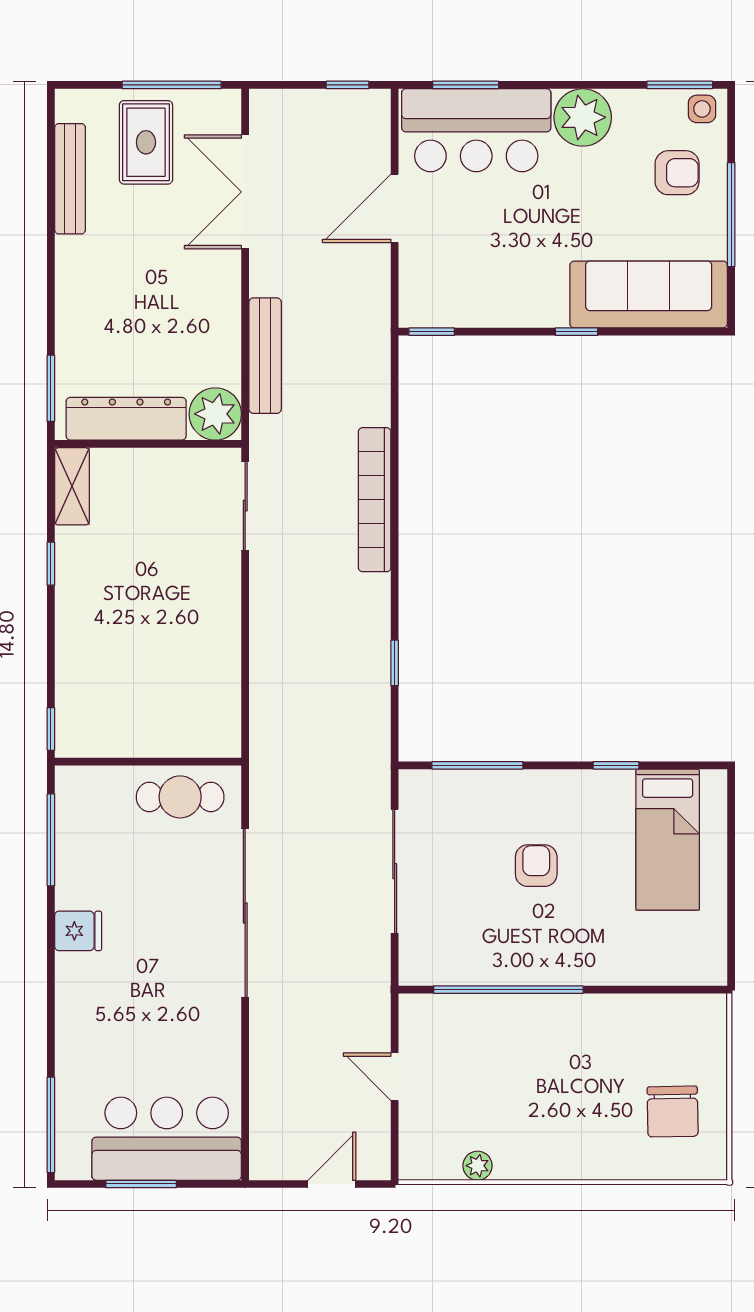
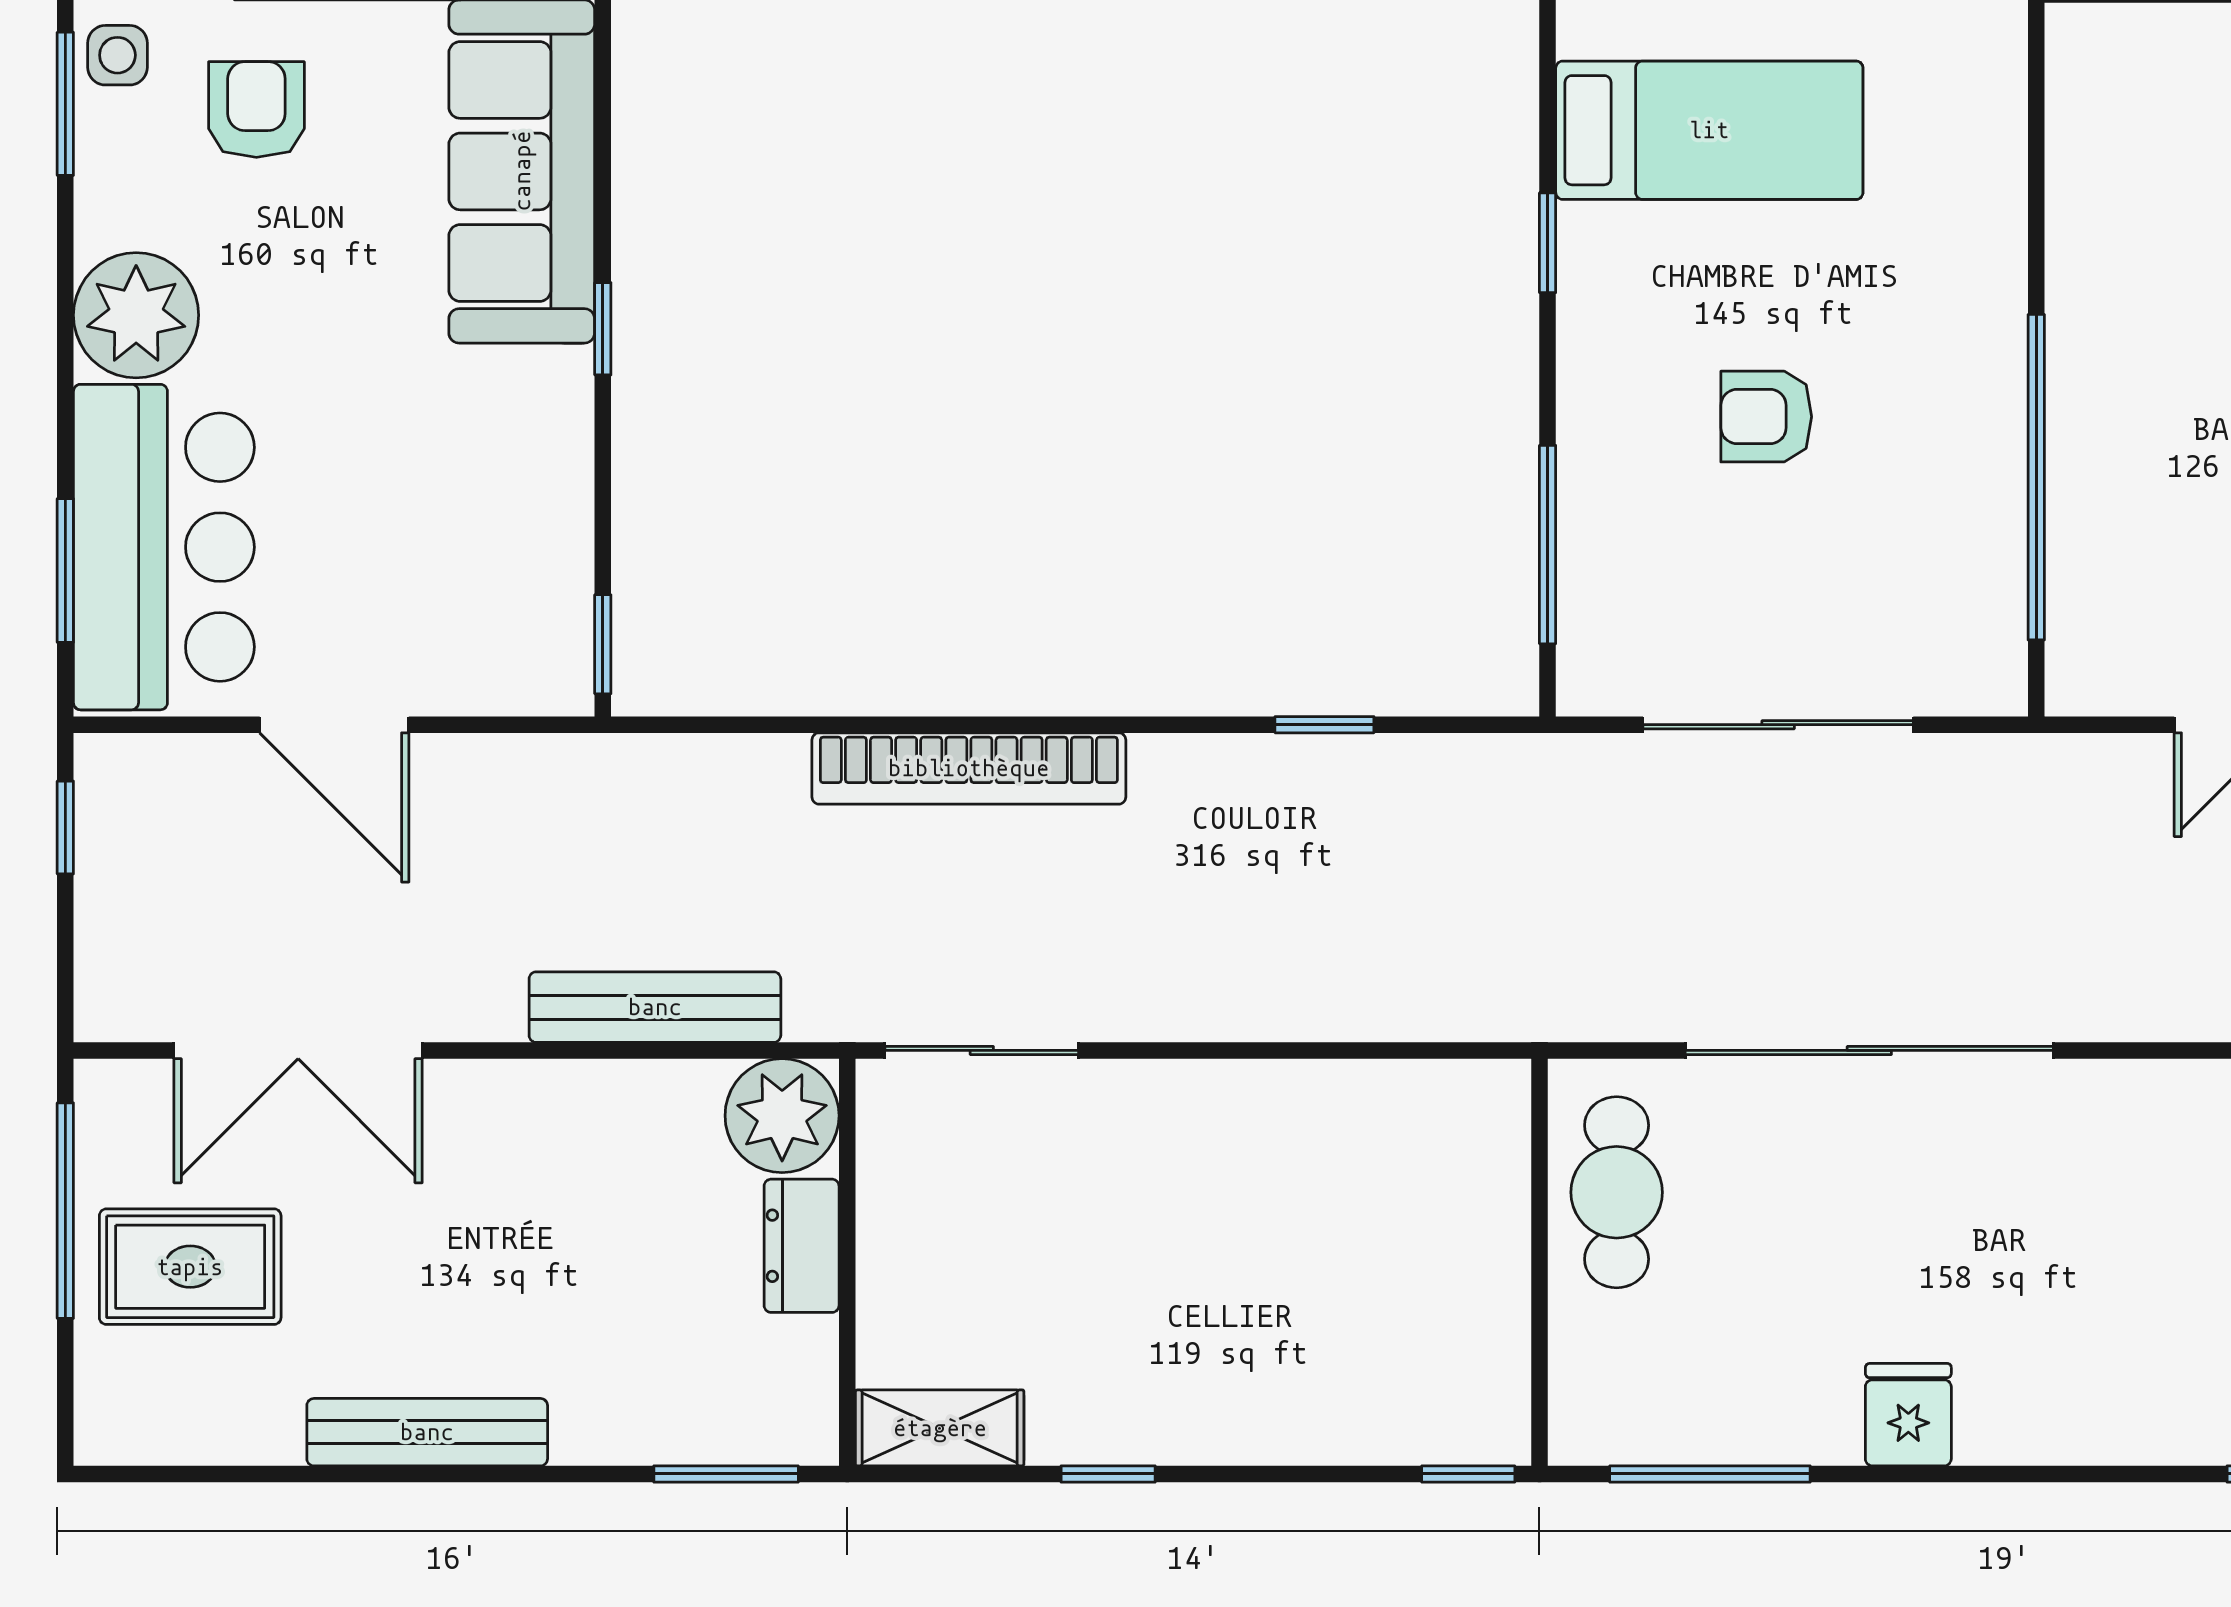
bench: (70, 179) -> (427, 1432), moved
dresser: (126, 419) -> (802, 1246), width x0.51, depth x0.80

